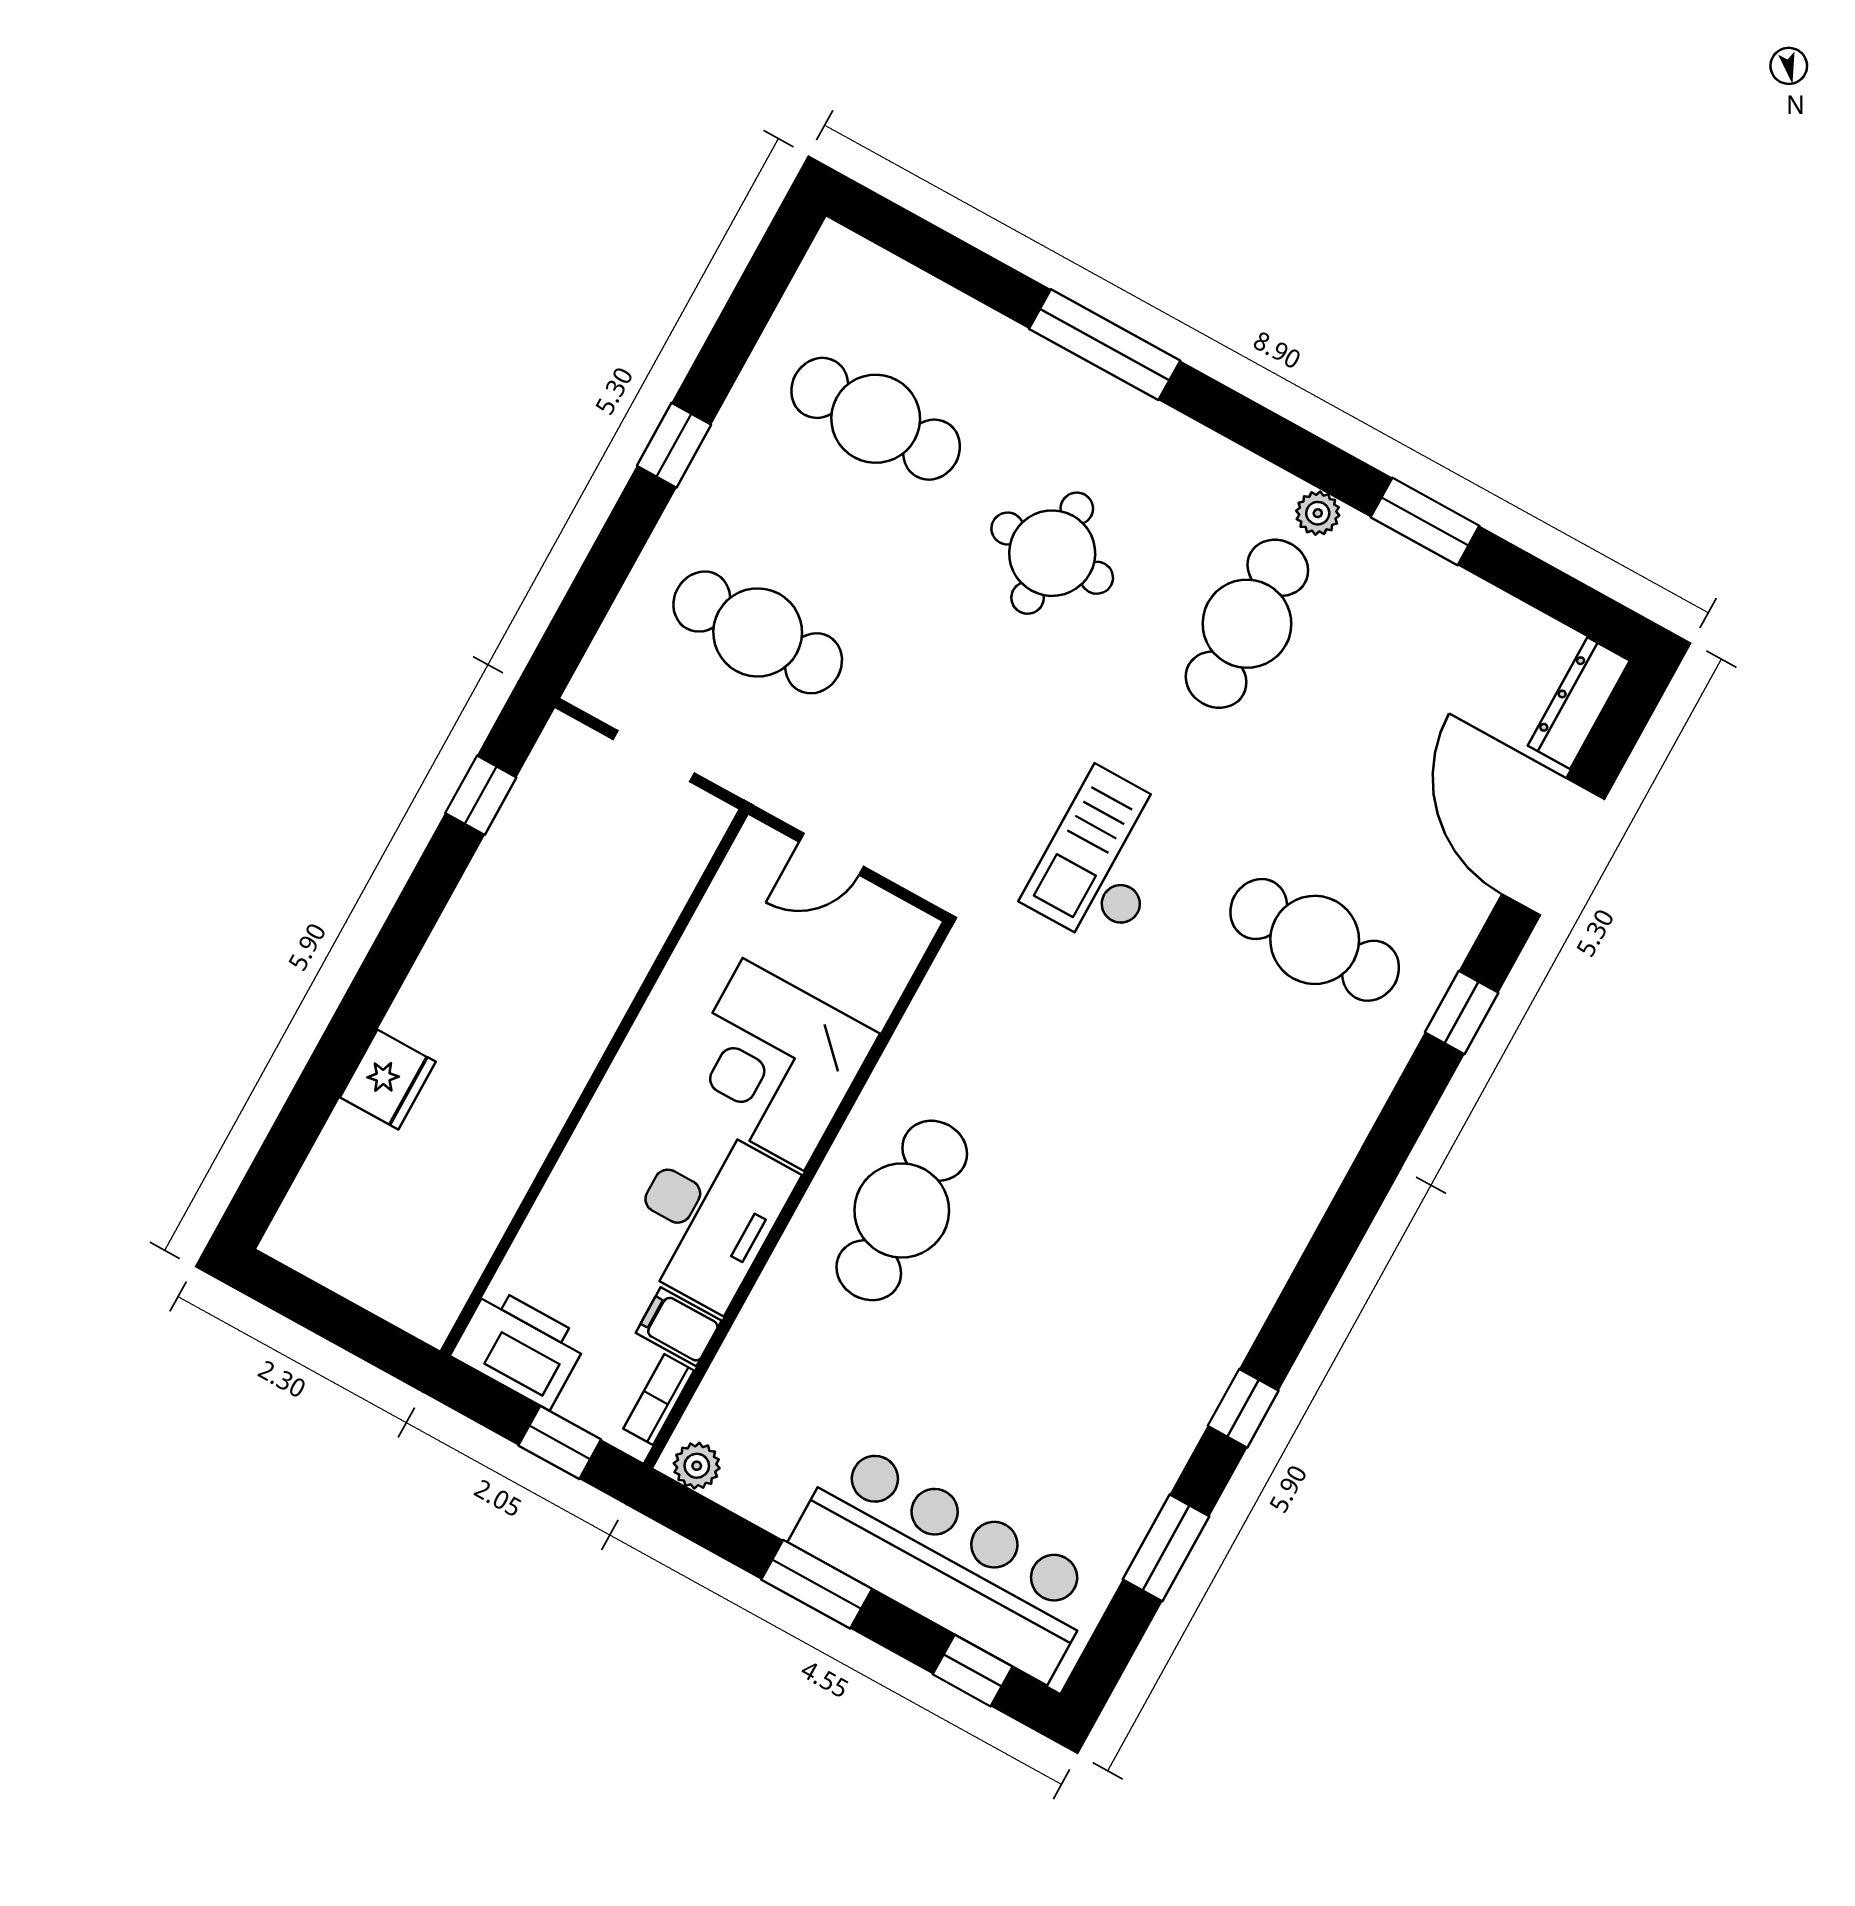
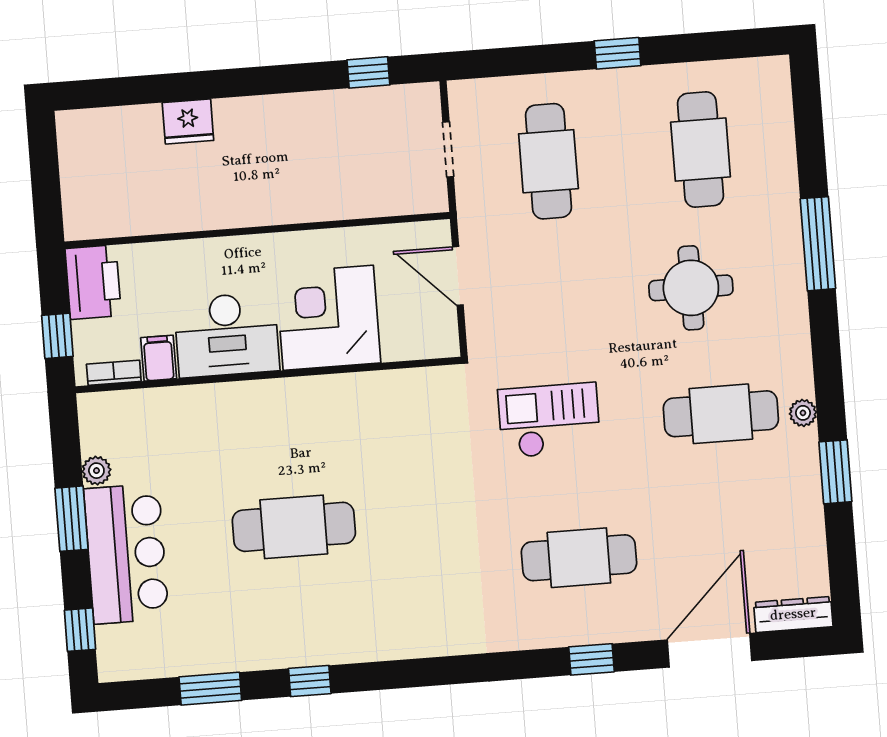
door: (831, 854) -> (458, 276), width x1.38
cafe table: (1315, 940) -> (579, 558), turned 90
cafe table: (902, 1210) -> (294, 527), moved
plant: (697, 1466) -> (96, 471), moved
bar counter: (946, 1561) -> (126, 554), width x0.73

